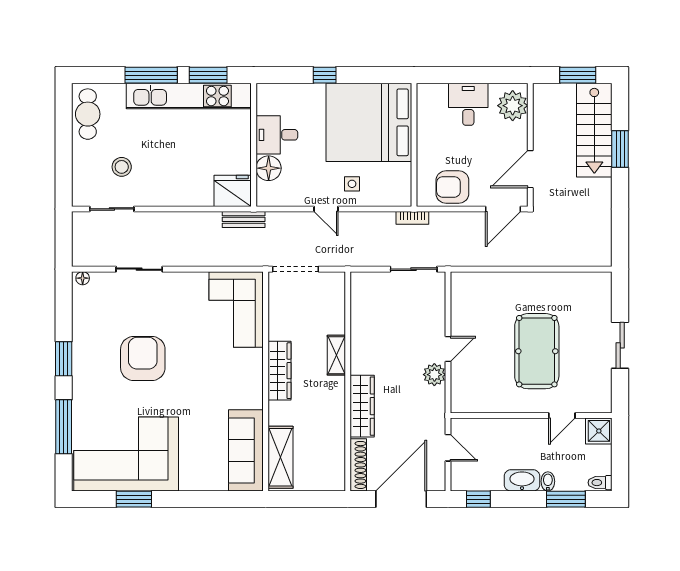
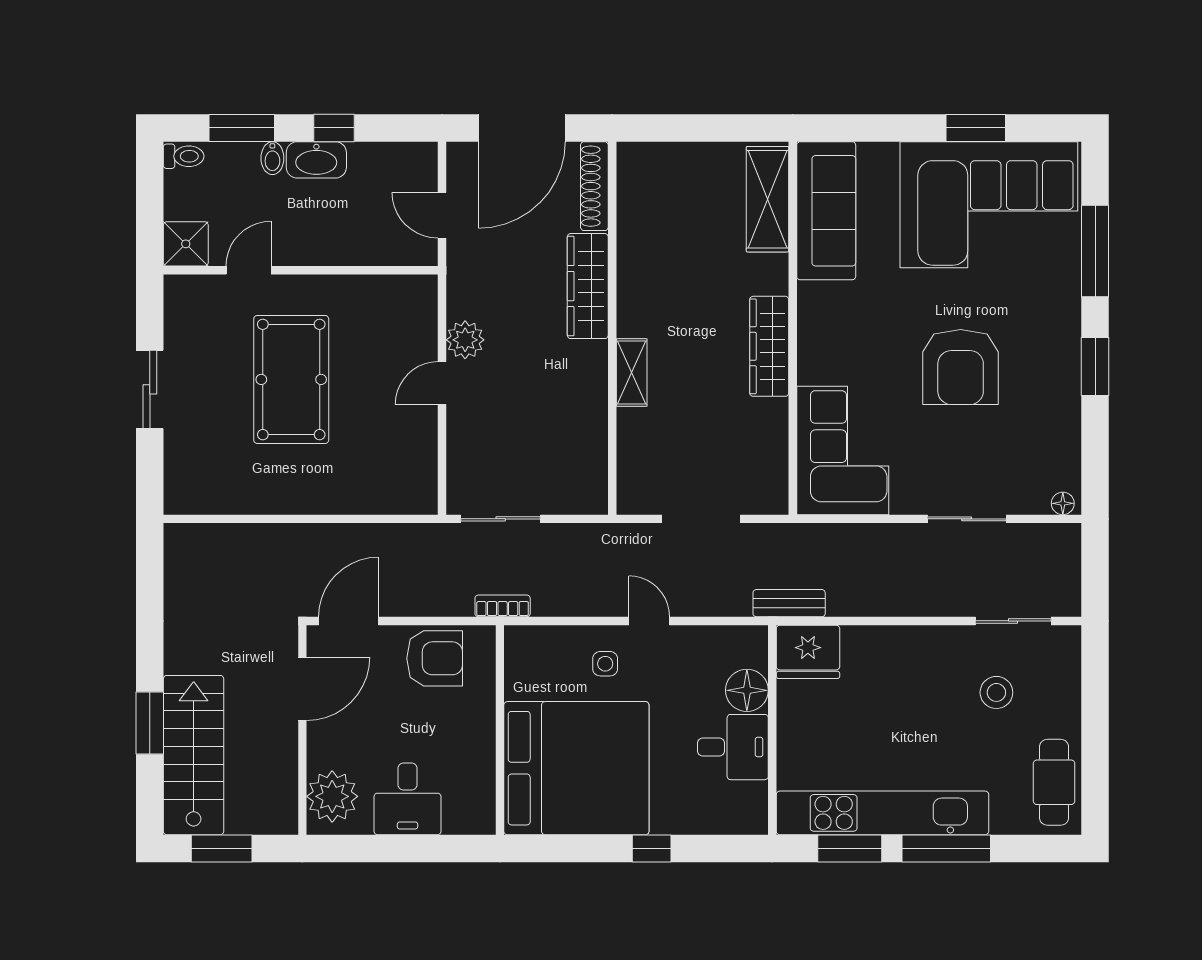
corner sofa: (236, 309) -> (843, 450), moved
wardrobe: (279, 371) -> (769, 346), moved
wall: (266, 381) -> (793, 328), moved
sofa: (246, 450) -> (826, 211), moved
shelving: (280, 457) -> (767, 199), moved
window: (478, 499) -> (334, 128), moved

